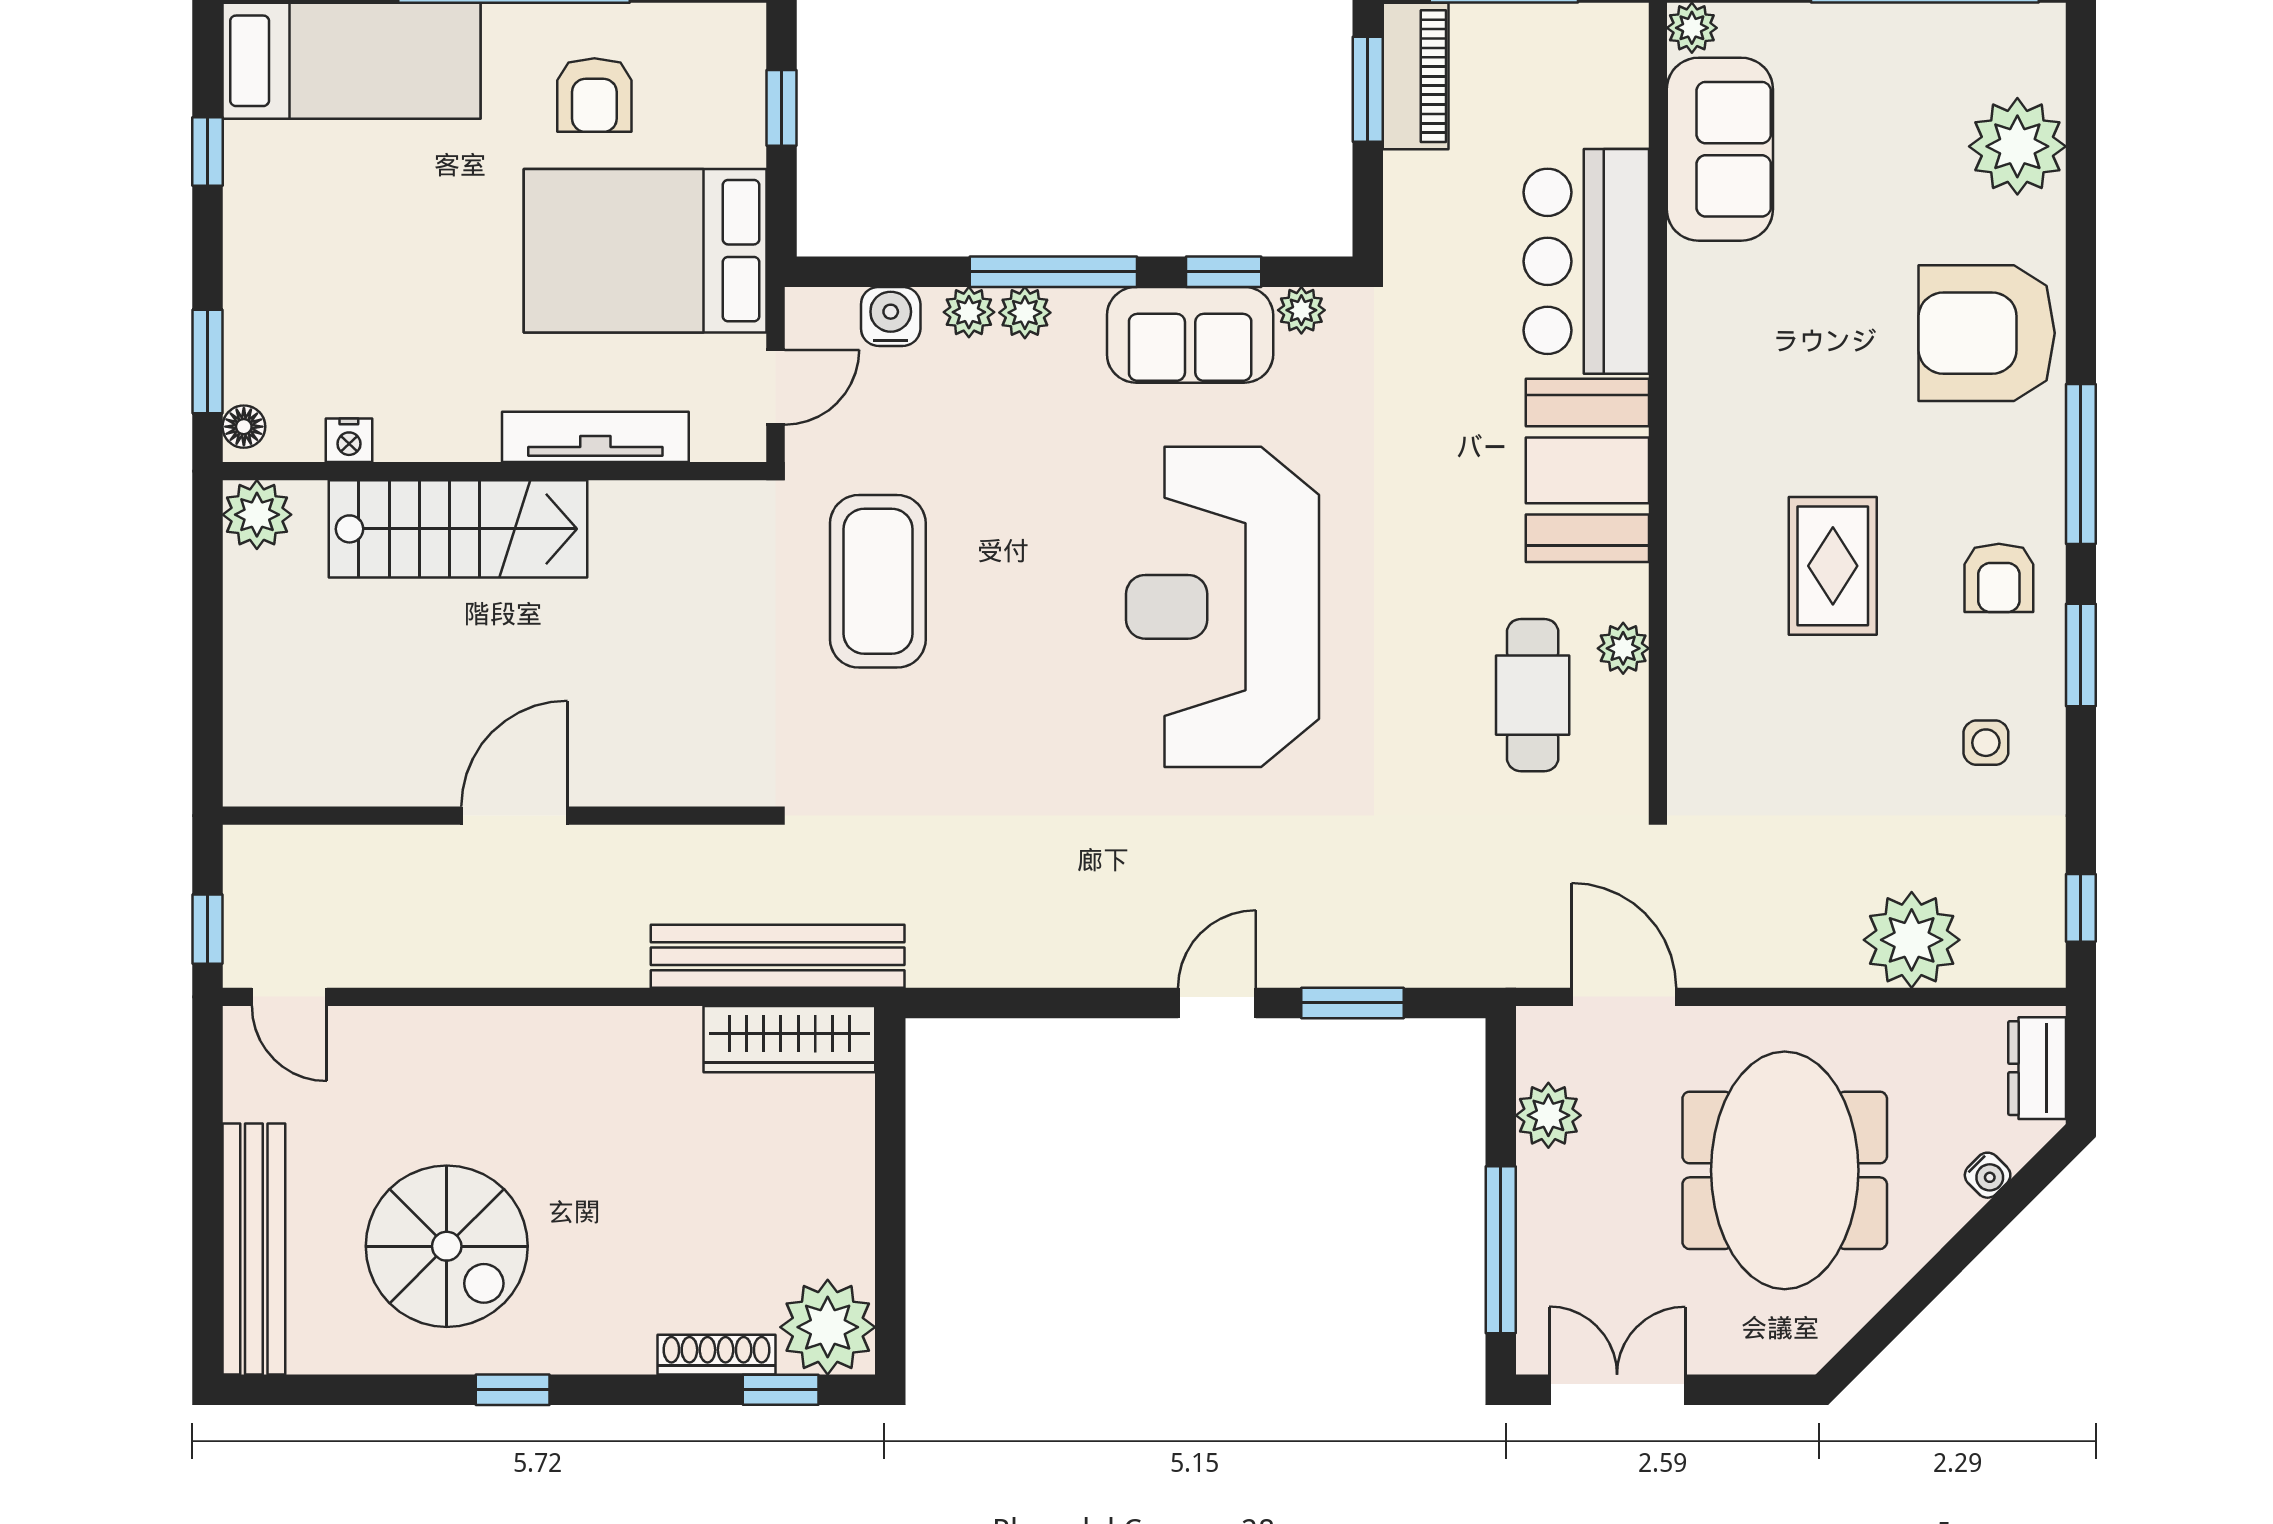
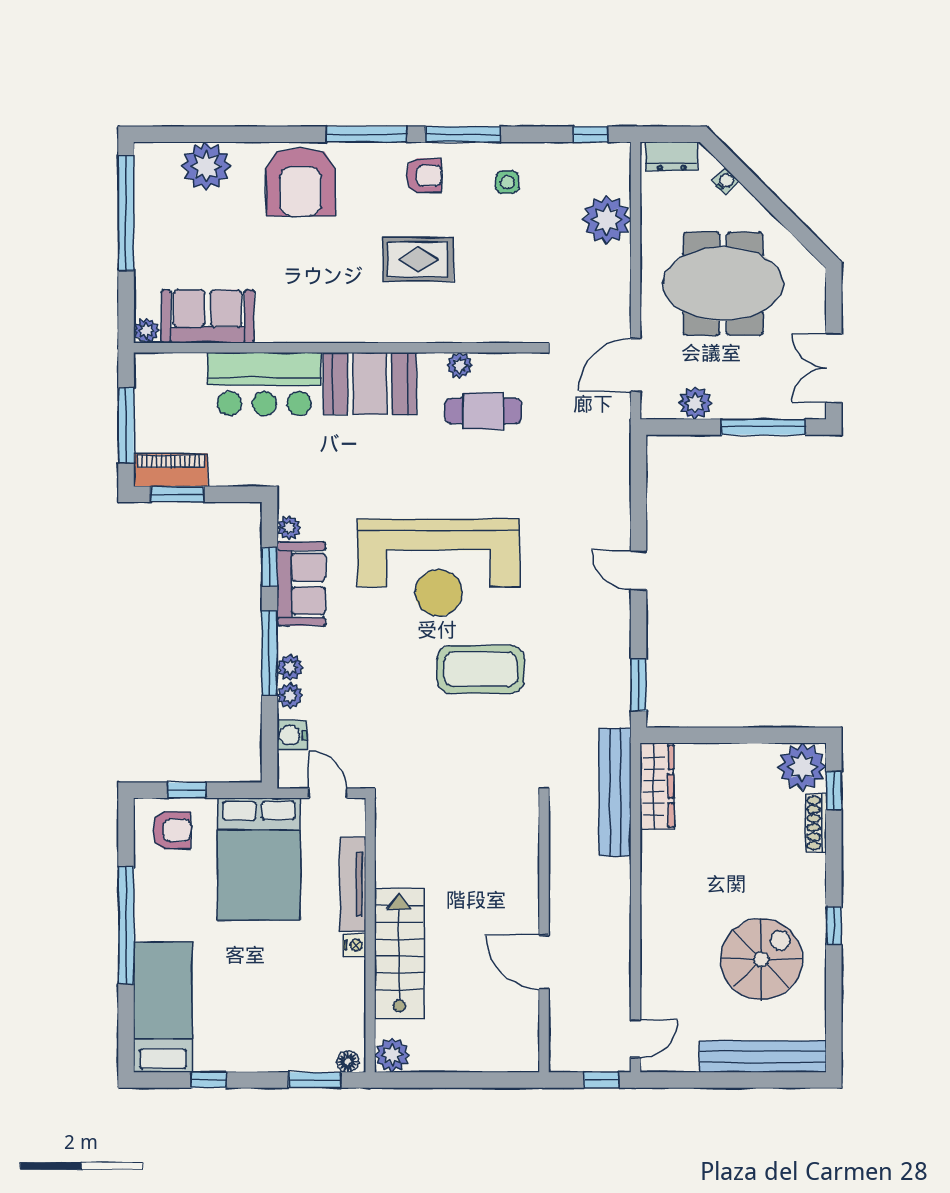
armchair: (594, 95) -> (172, 830), moved
nightstand: (349, 440) -> (355, 945), moved
coffee table: (878, 581) -> (481, 669), moved
window: (2081, 655) -> (463, 134), width x1.44
door: (514, 816) -> (544, 962), moved
window: (1353, 1003) -> (639, 685), moved

